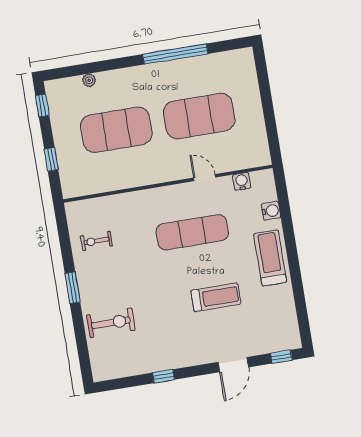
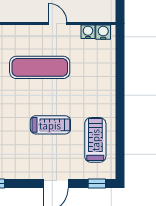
water cooler: (271, 211) -> (103, 32), moved, turned -90
treadmill: (270, 258) -> (95, 140), moved

